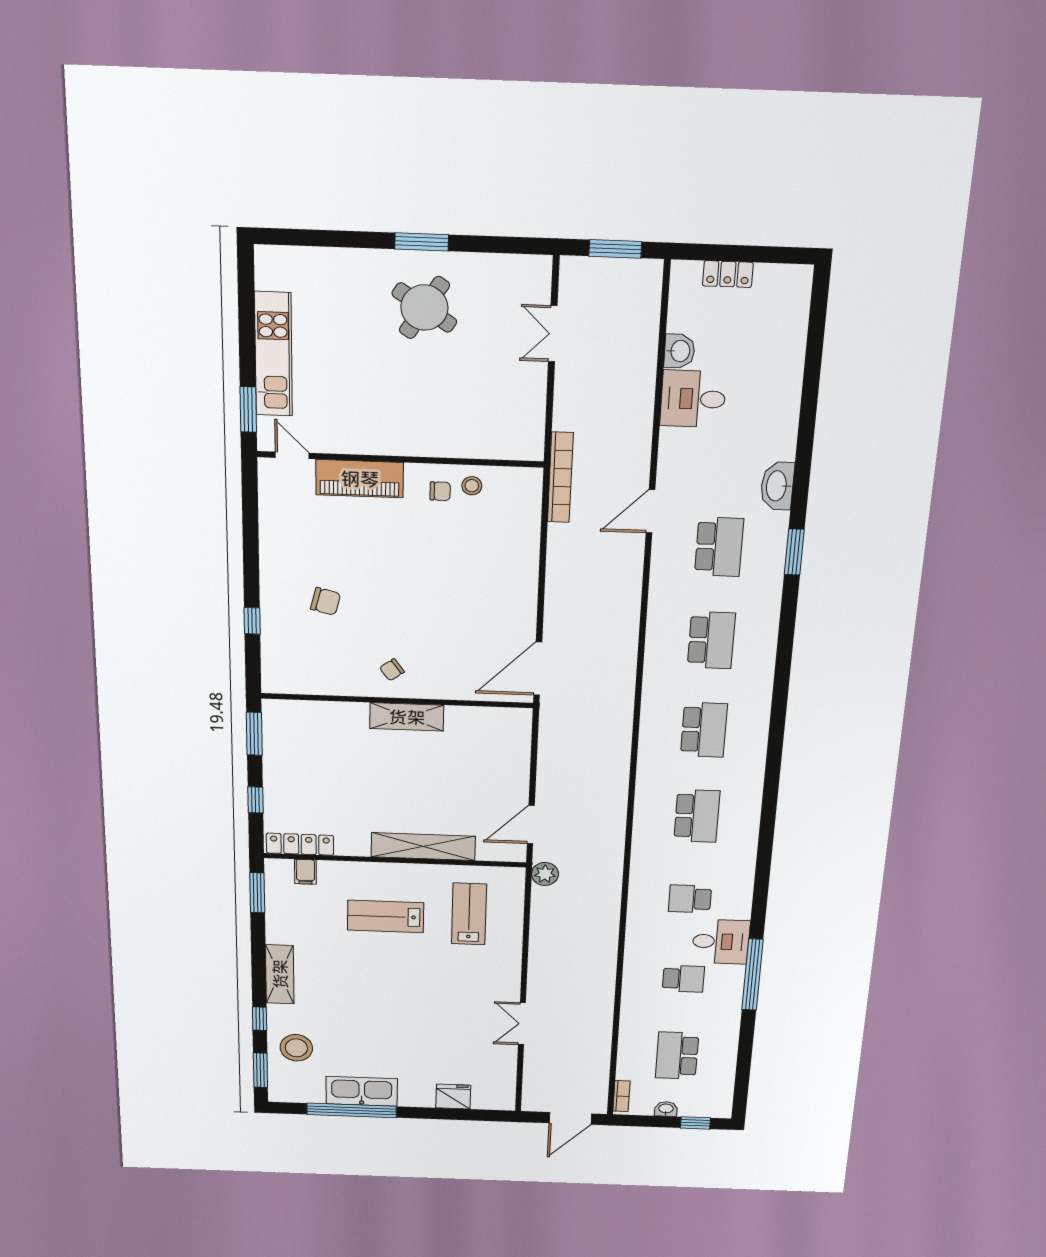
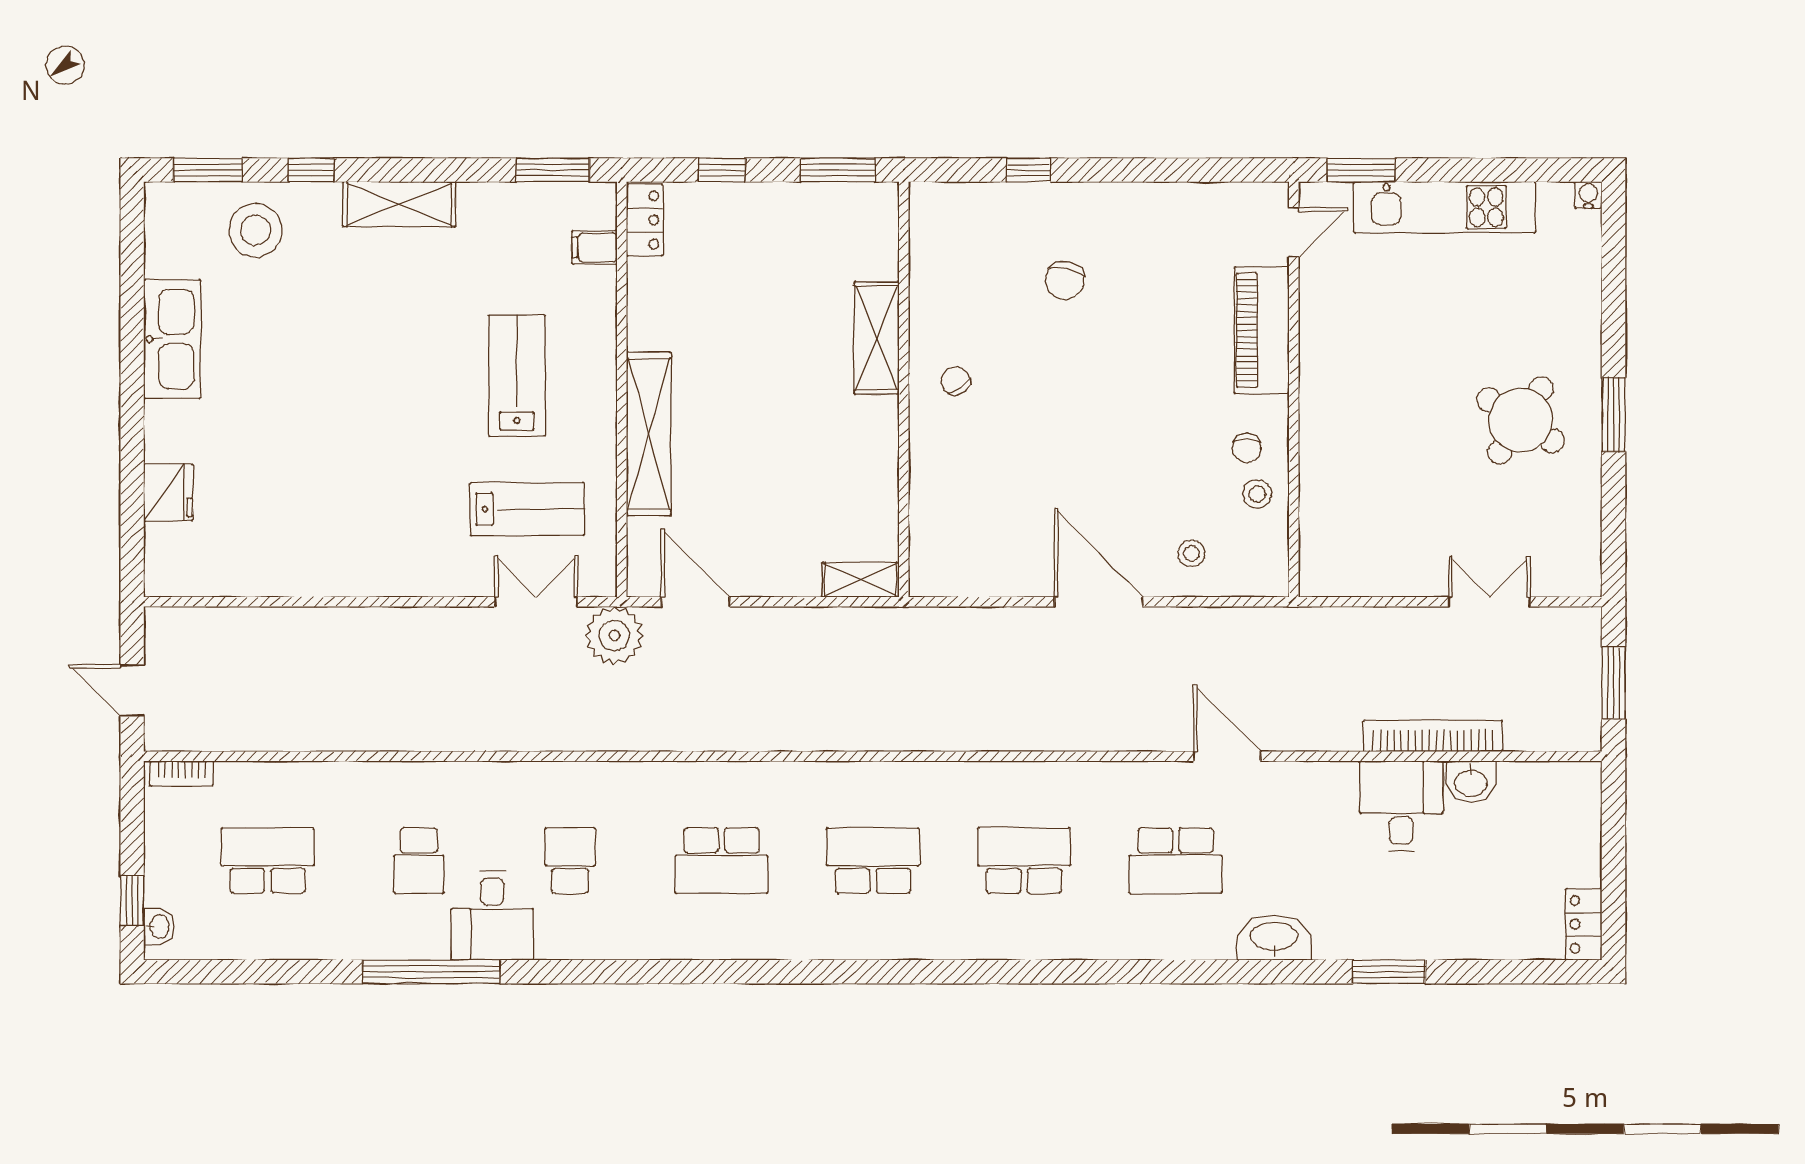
water cooler: (263, 254) -> (1588, 195), added
locker: (728, 274) -> (1584, 924), moved
bookcase: (560, 477) -> (1433, 736), moved, turned 180
stool: (511, 529) -> (1192, 553), added
window: (794, 552) -> (1389, 972), moved
school desk: (711, 640) -> (1024, 861), turned 180
door: (538, 669) -> (1099, 602), moved
shelving: (407, 717) -> (877, 338), moved
shelving: (521, 730) -> (861, 580), added
school desk: (704, 730) -> (873, 861), turned 180
locker: (300, 844) -> (645, 220), width x0.66
plant: (545, 874) -> (614, 636), width x1.36, depth x1.36
double door: (522, 1024) -> (536, 602), moved
washbasin: (666, 1109) -> (159, 926), moved
window: (352, 1110) -> (132, 322), removed
door: (570, 1118) -> (132, 690), width x0.73

